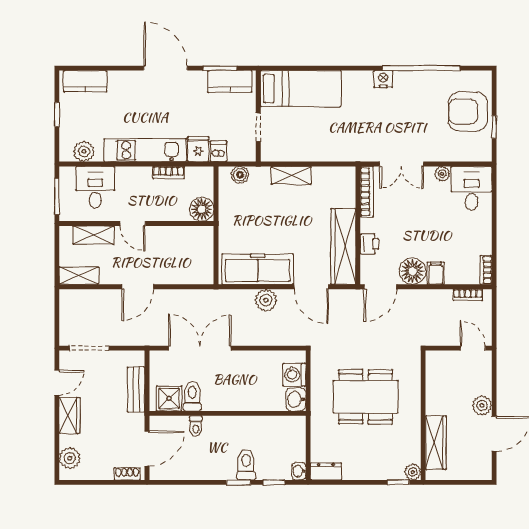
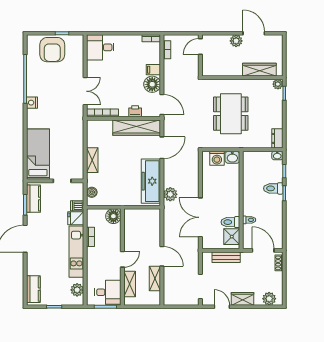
plant: (442, 174) -> (91, 66), removed
desk: (95, 187) -> (108, 292), moved, turned 180
shelving: (79, 276) -> (155, 279), moved
plant: (266, 300) -> (170, 194), moved

